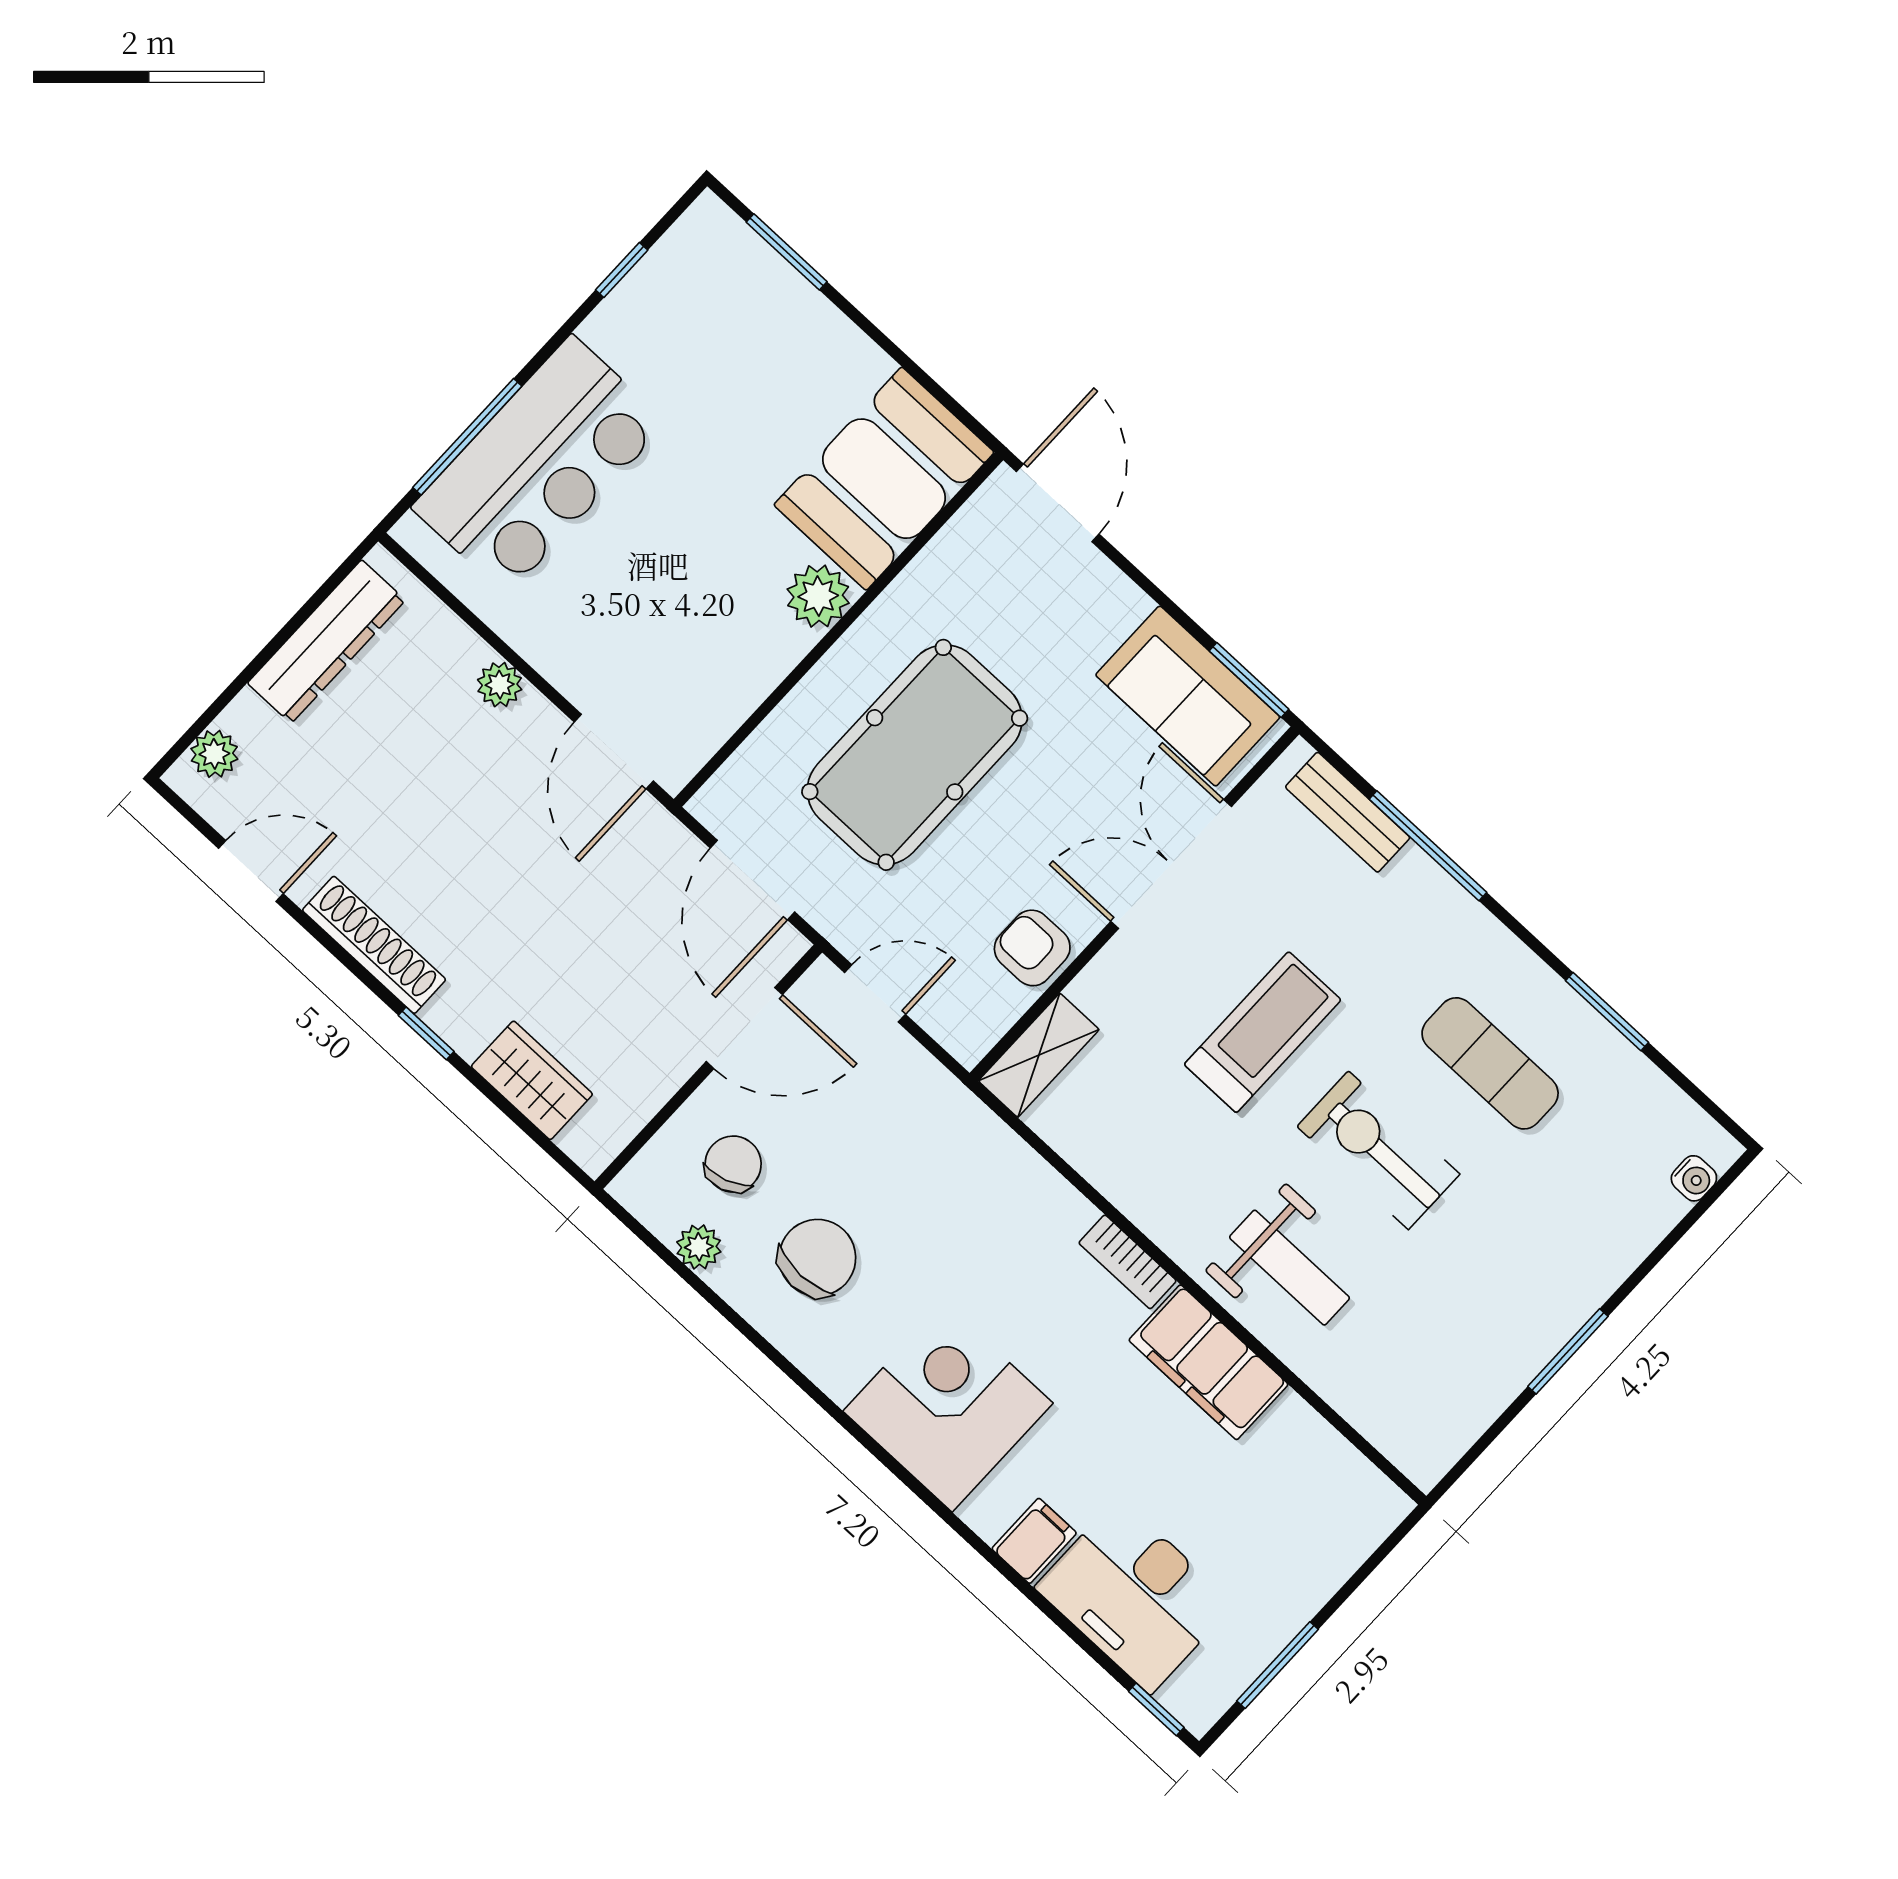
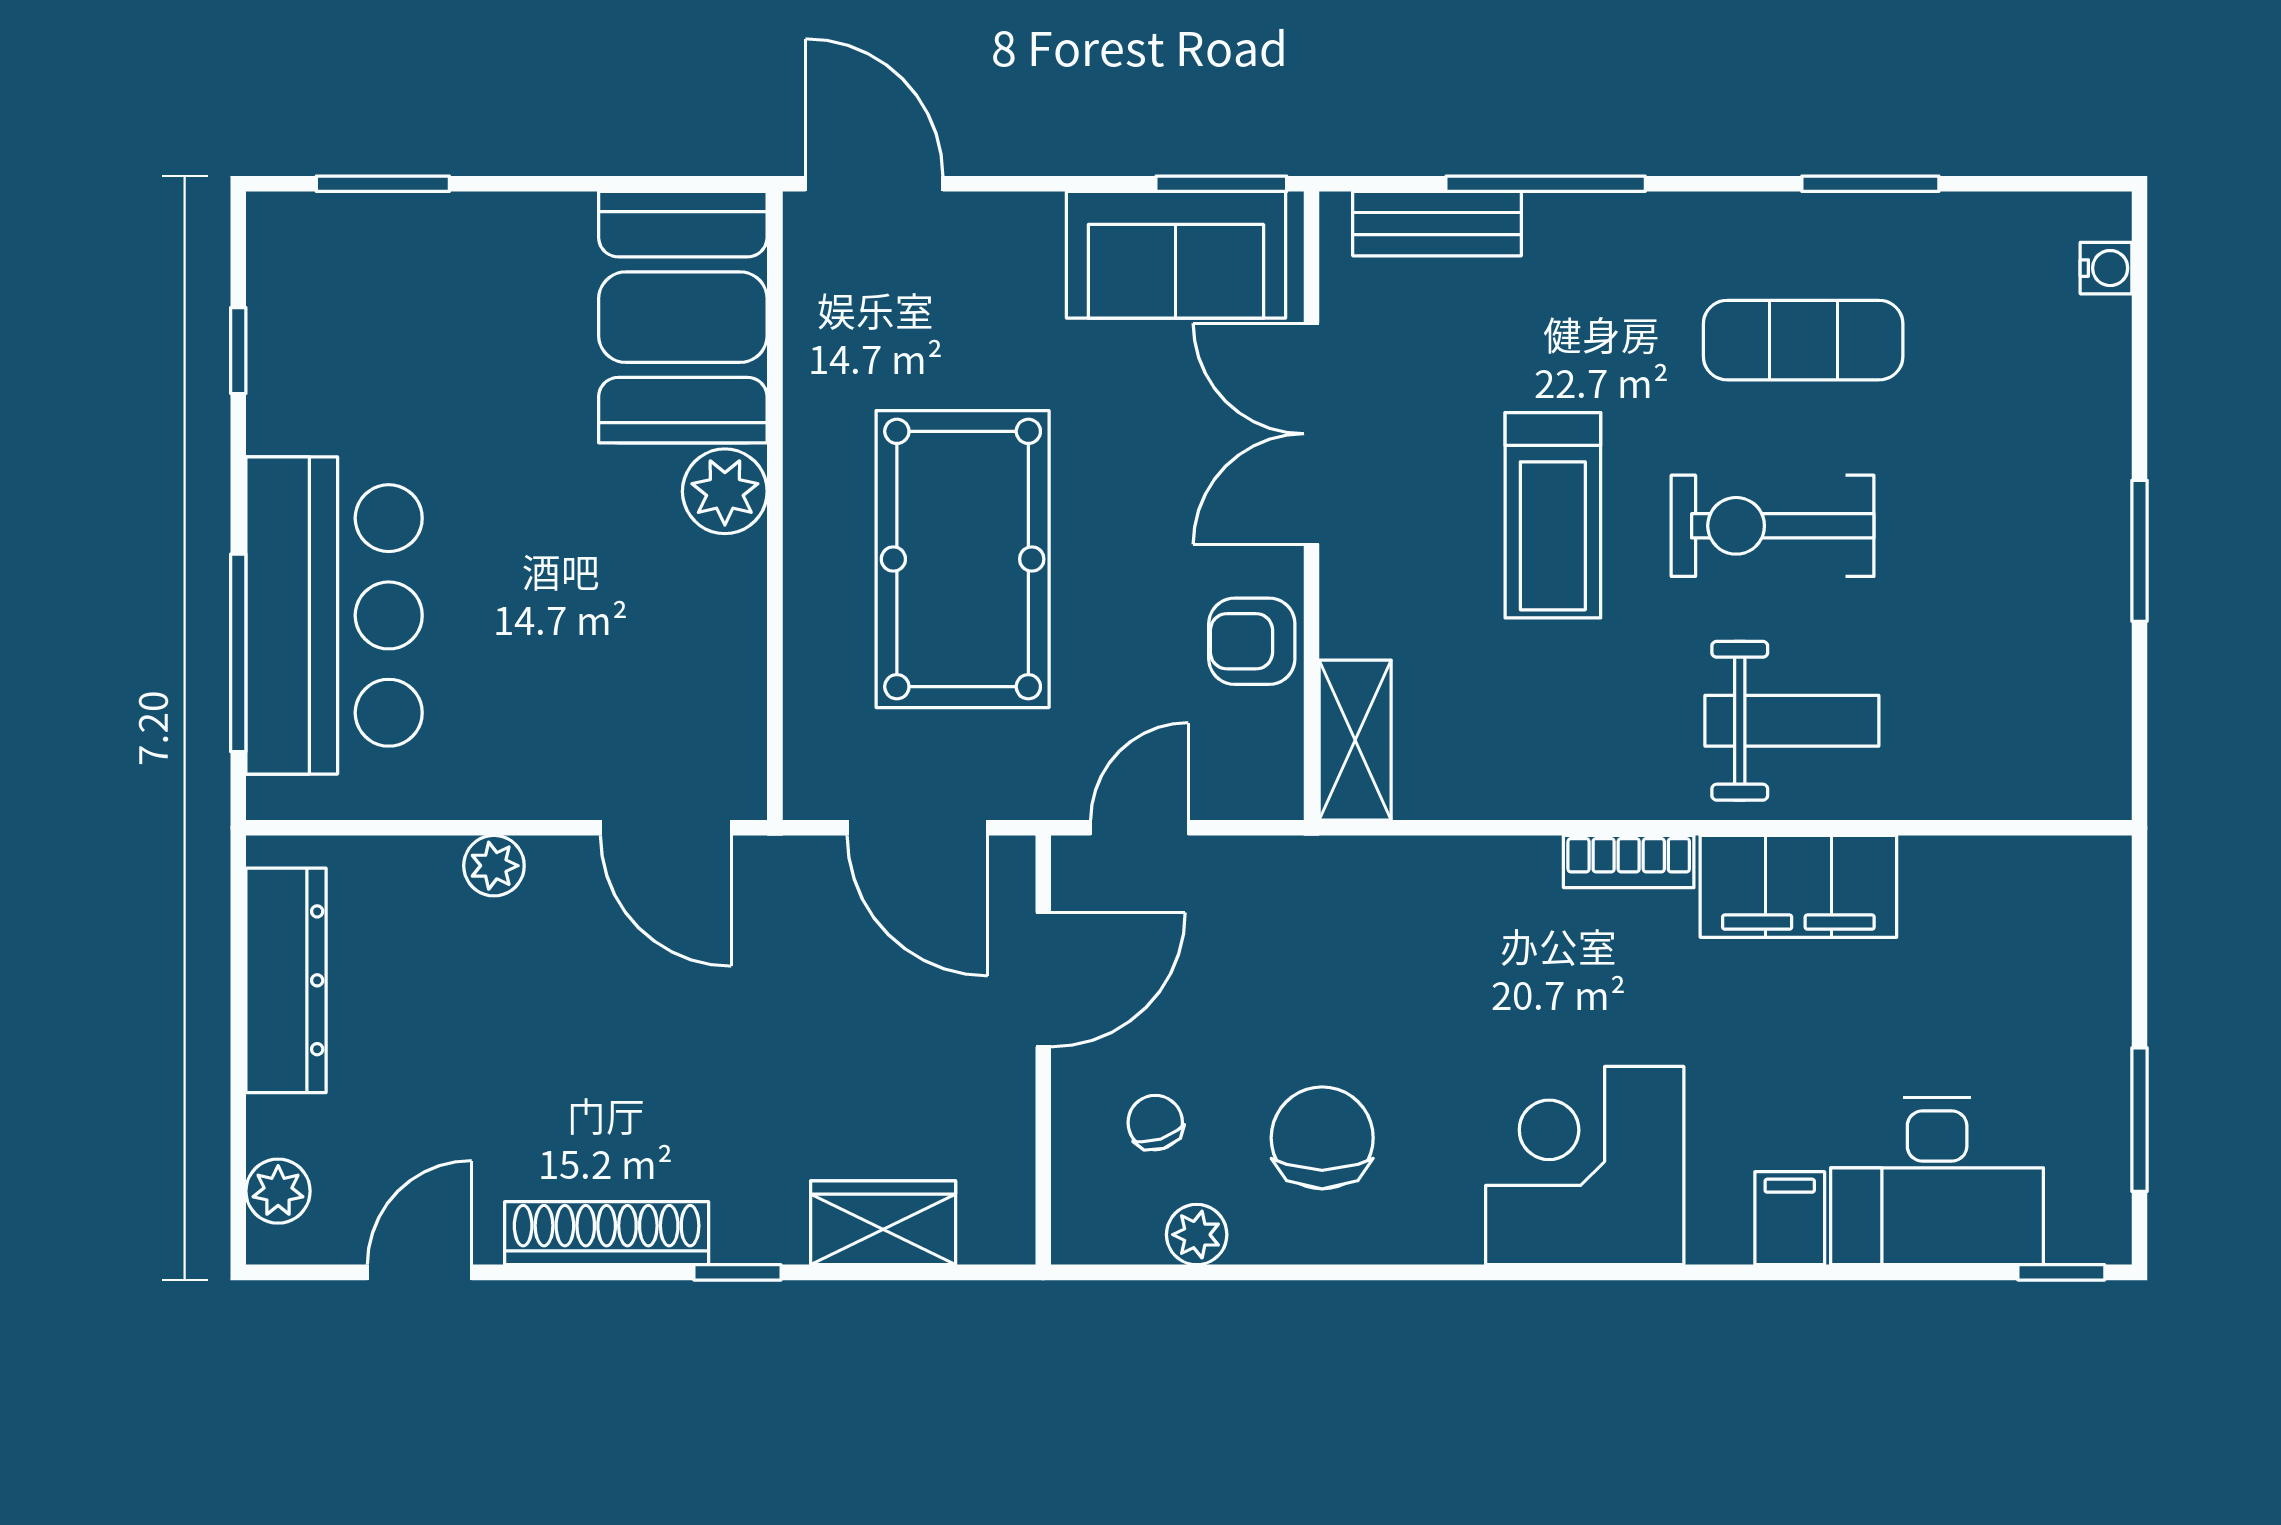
treadmill: (1263, 1032) -> (1553, 515), turned 180
chair: (733, 1164) -> (1155, 1123), width x0.73, depth x0.73

